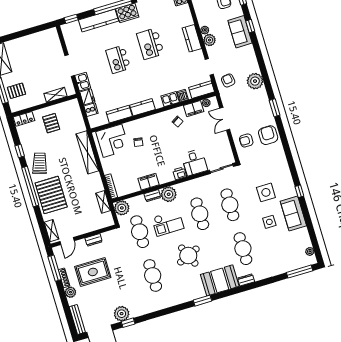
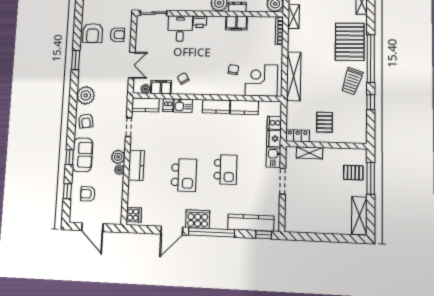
kitchen counter: (98, 20) -> (251, 223), moved
armchair: (228, 81) -> (86, 121), moved
locker: (24, 119) -> (298, 136), moved

